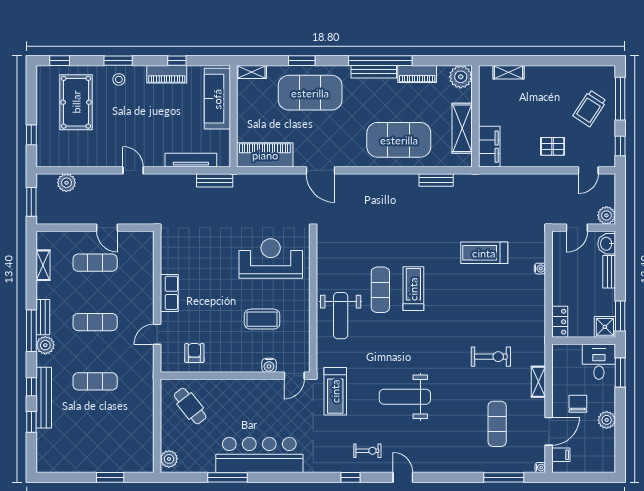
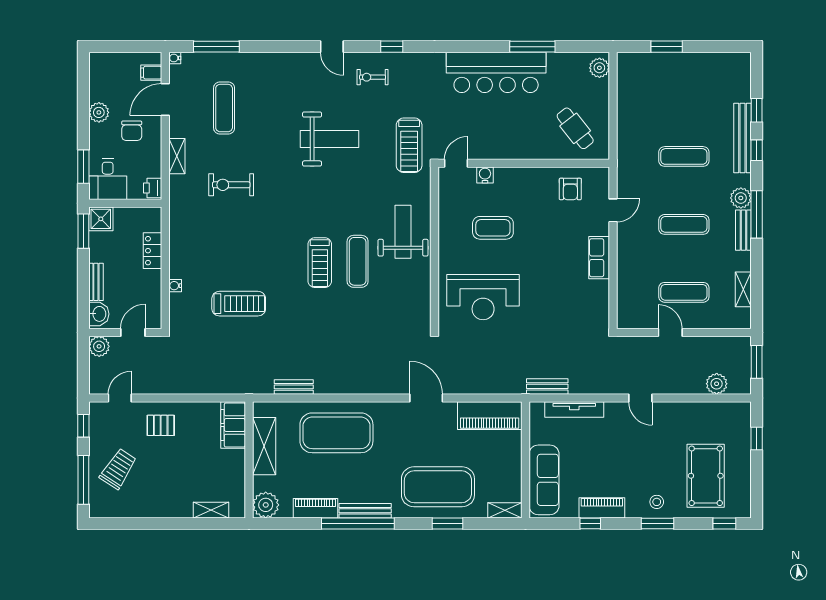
locker: (560, 322) -> (152, 251), moved
printer: (560, 354) -> (153, 188), added
treadmill: (335, 391) -> (409, 145), turned 180

